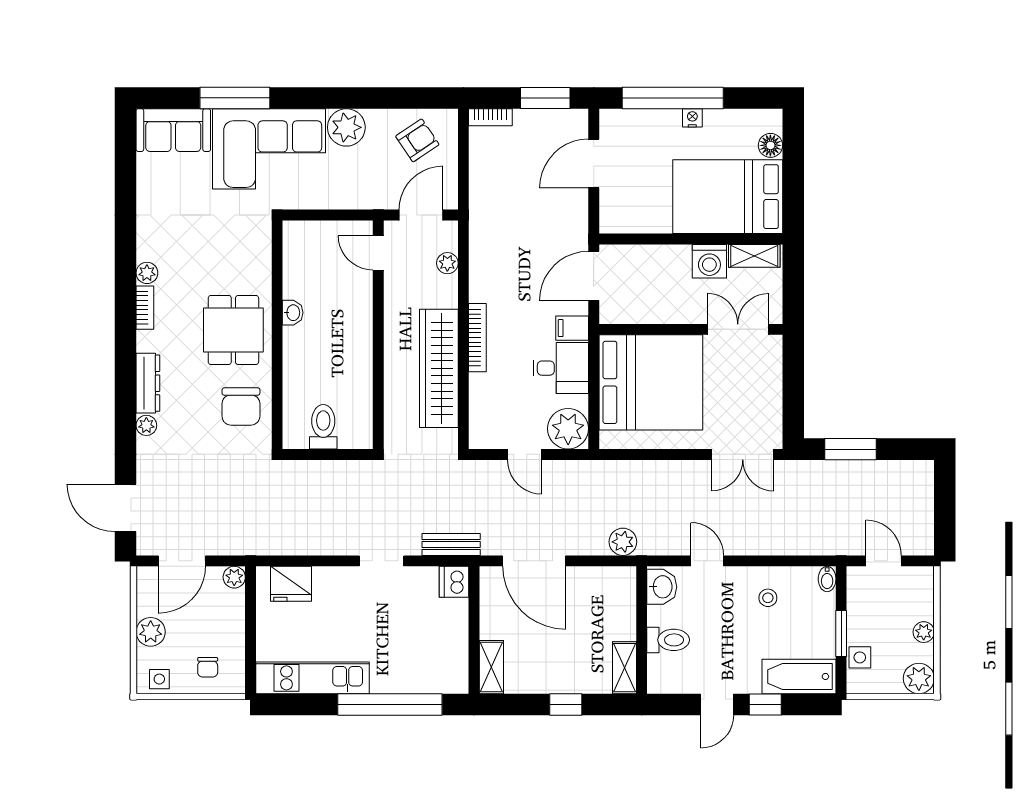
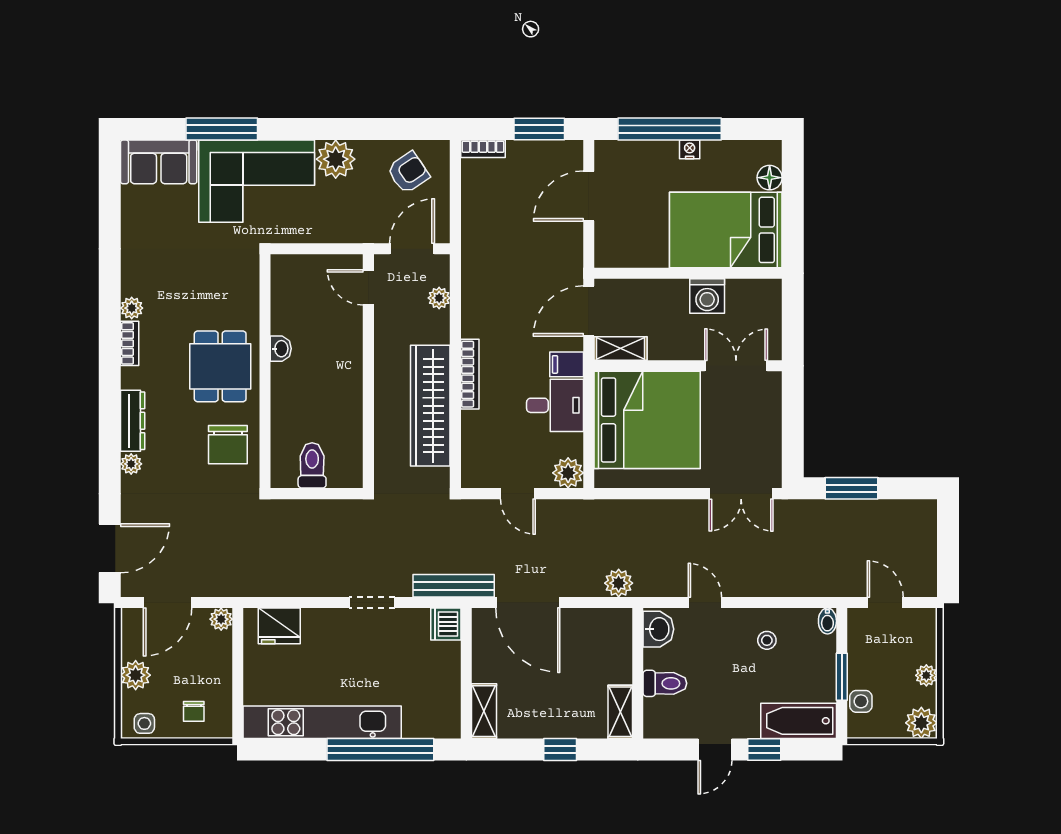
shelving: (754, 256) -> (620, 349), moved
plant: (568, 429) -> (568, 473), width x0.73, depth x0.73
door: (126, 508) -> (110, 548), swing flipped
bench: (451, 544) -> (454, 586), width x1.36
kitchen unit: (313, 678) -> (322, 722), width x1.36

